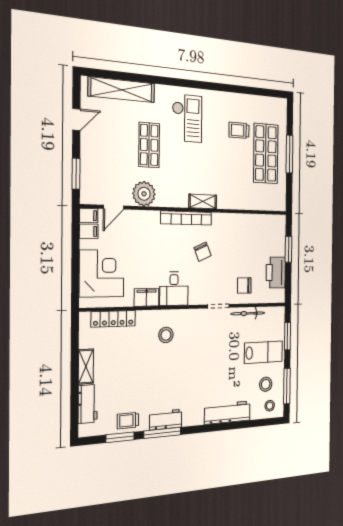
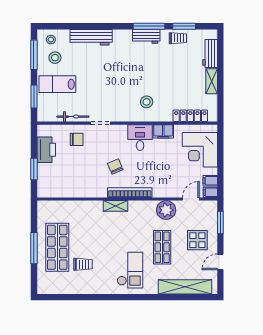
checkout: (187, 118) -> (130, 270), turned 180
display table: (106, 151) -> (197, 240), added

